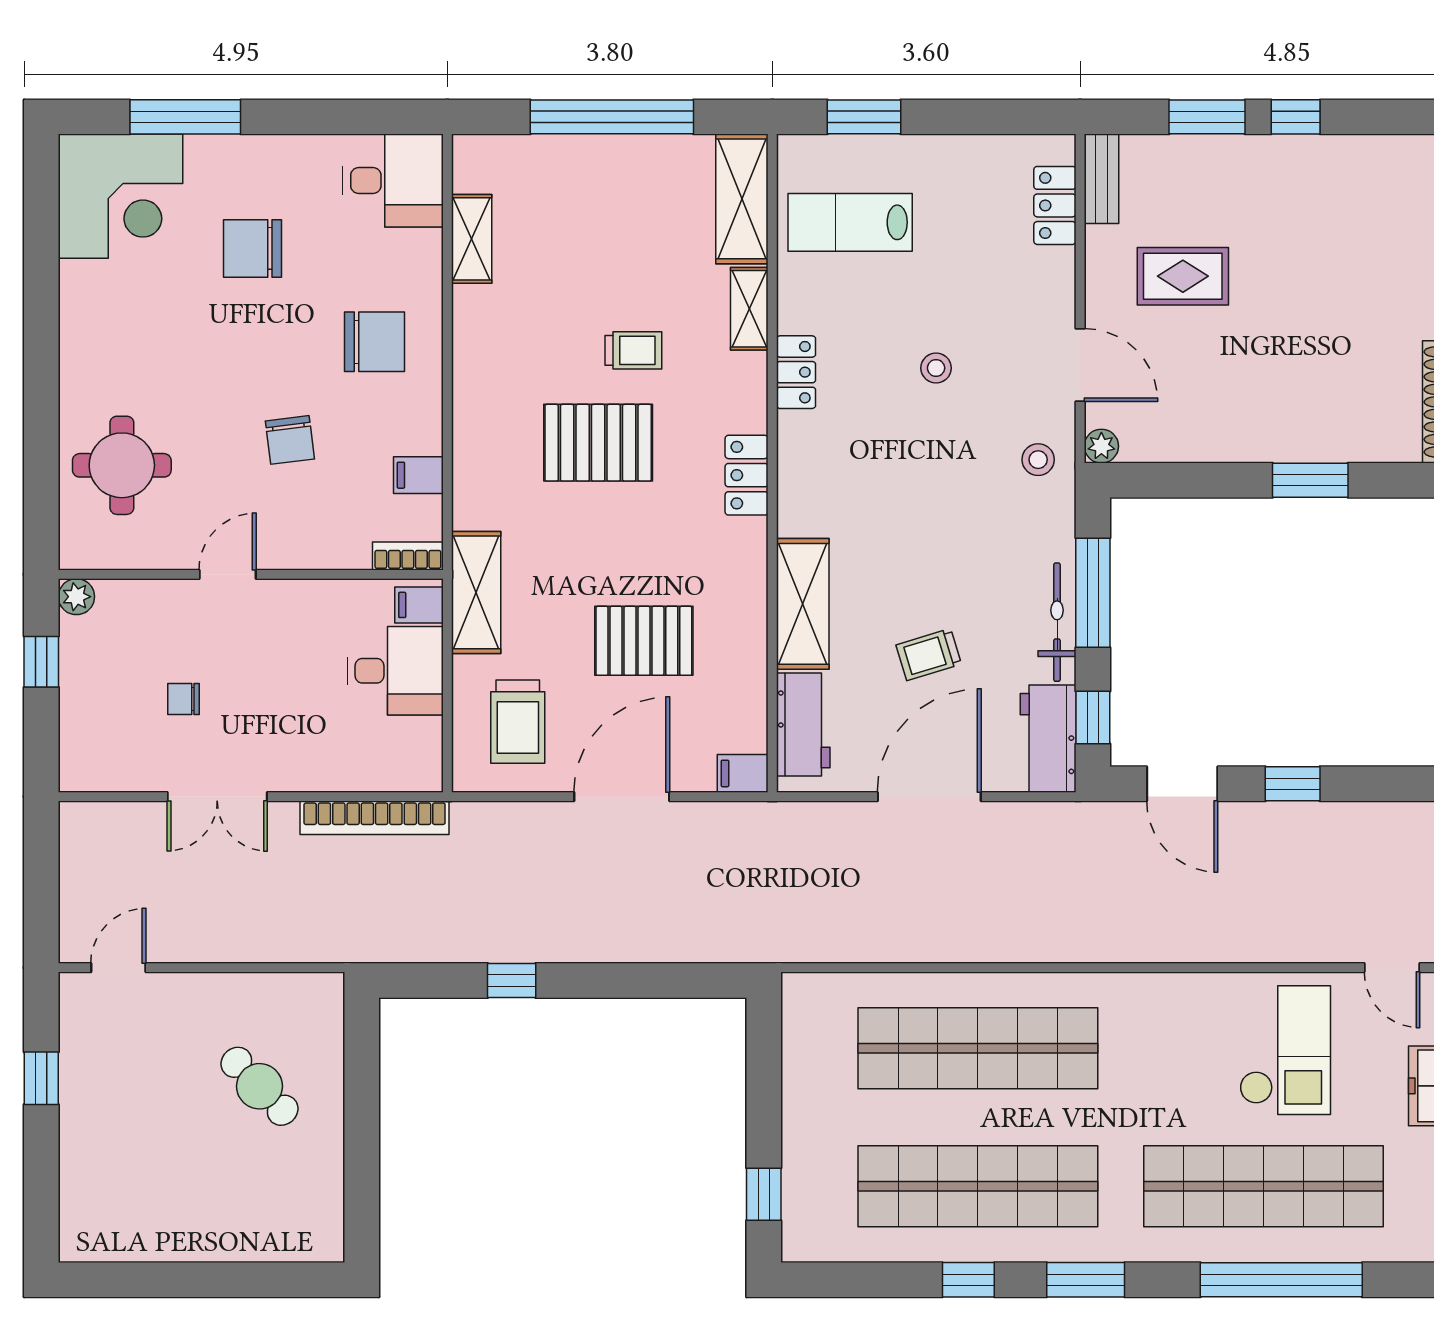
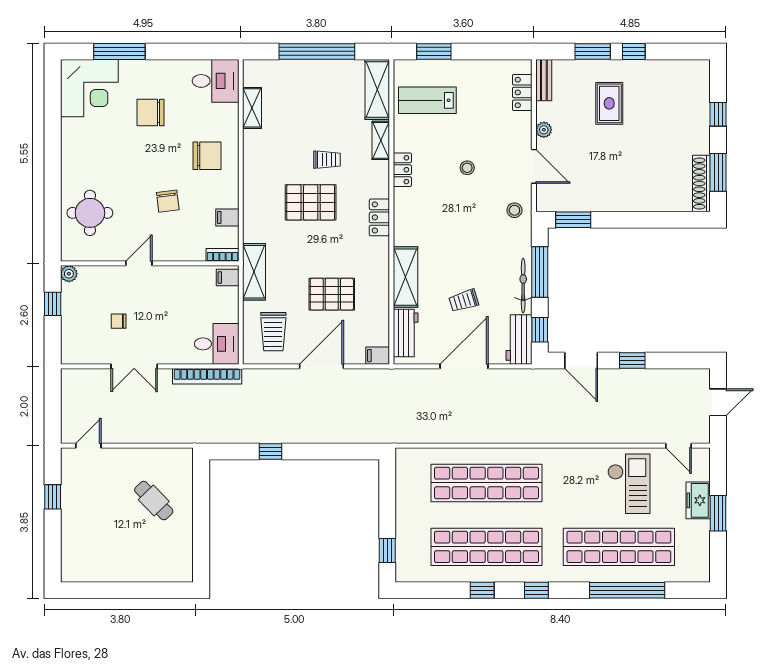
rug: (1183, 276) -> (609, 103), moved, turned 90
plant: (1101, 446) -> (544, 130), moved
window: (1310, 480) -> (573, 220), moved
desk: (395, 671) -> (217, 344), moved
window: (1086, 1280) -> (536, 590), width x0.67

